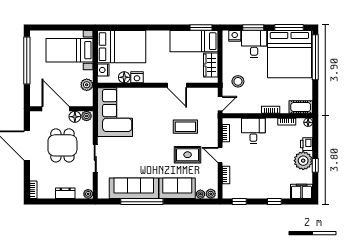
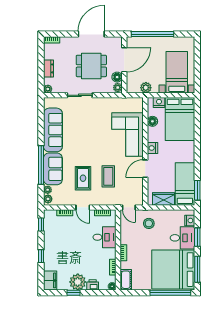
window: (27, 60) -> (153, 34), moved
nightstand: (137, 77) -> (152, 148), moved
corner sofa: (115, 112) -> (128, 135), moved, turned 90
door: (220, 155) -> (83, 207), swing flipped
window: (142, 202) -> (41, 165), moved

